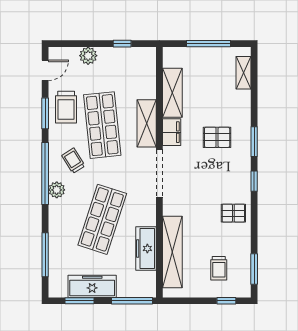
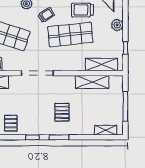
shelving: (147, 123) -> (101, 65), moved
filing cabinet: (172, 132) -> (66, 81), removed

